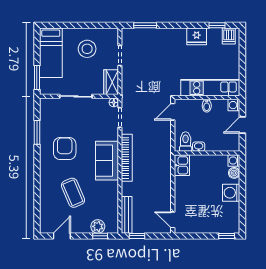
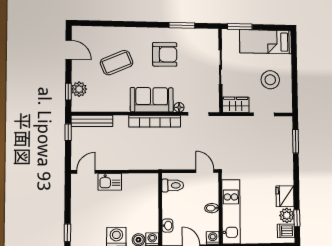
plant: (214, 35) -> (287, 215), added
floor lamp: (114, 102) -> (179, 107), moved
washbasin: (199, 147) -> (167, 226), moved
kitchen sink: (182, 165) -> (110, 182), moved

